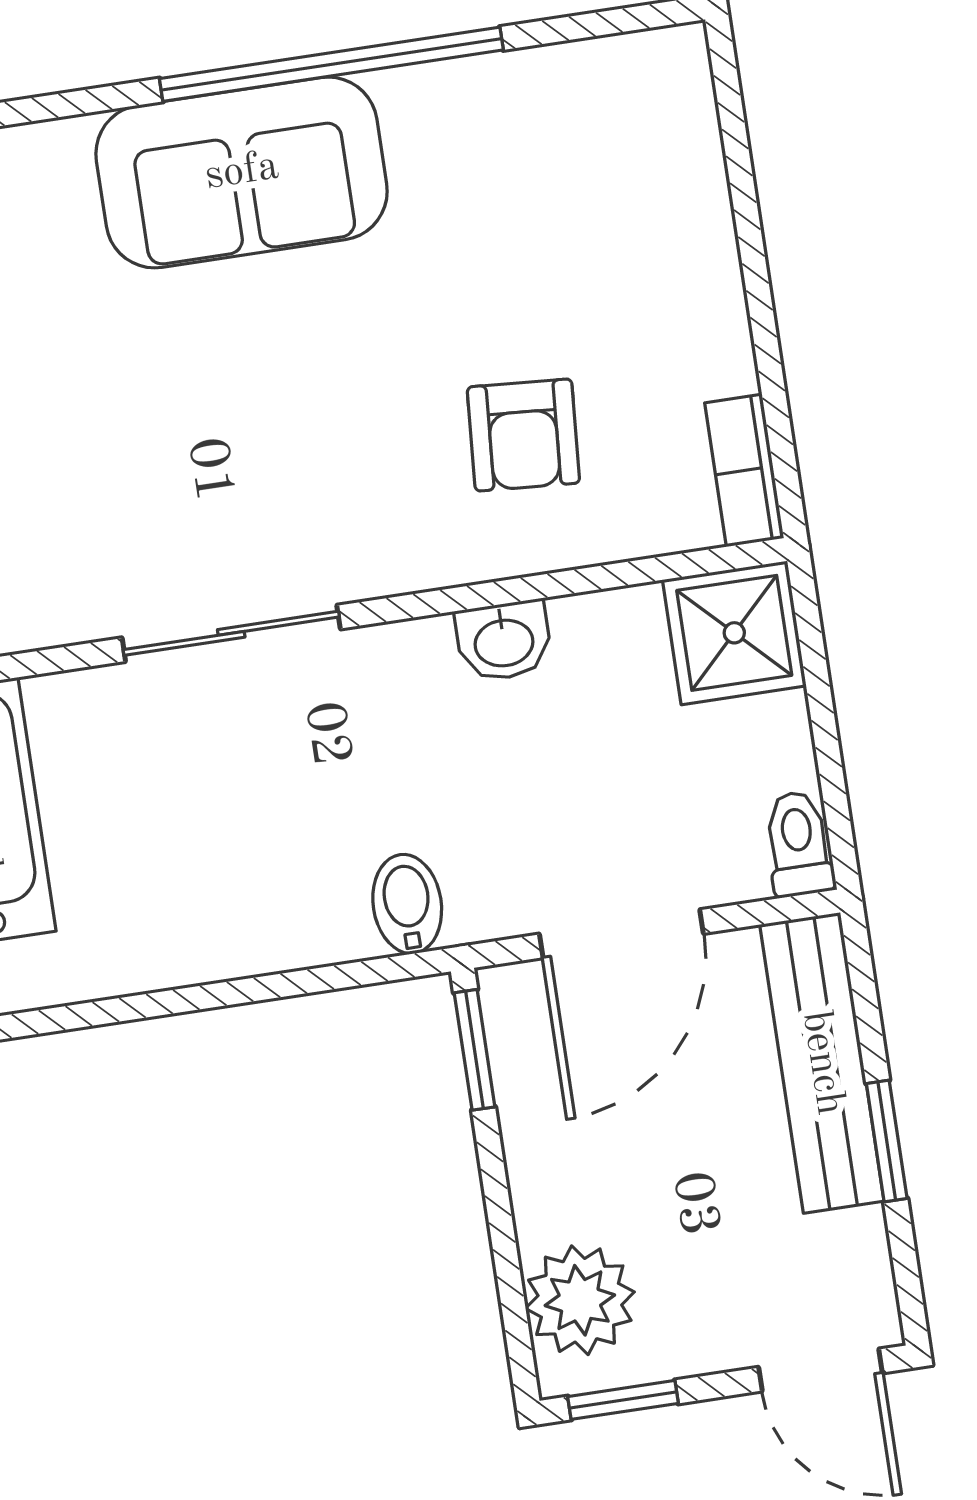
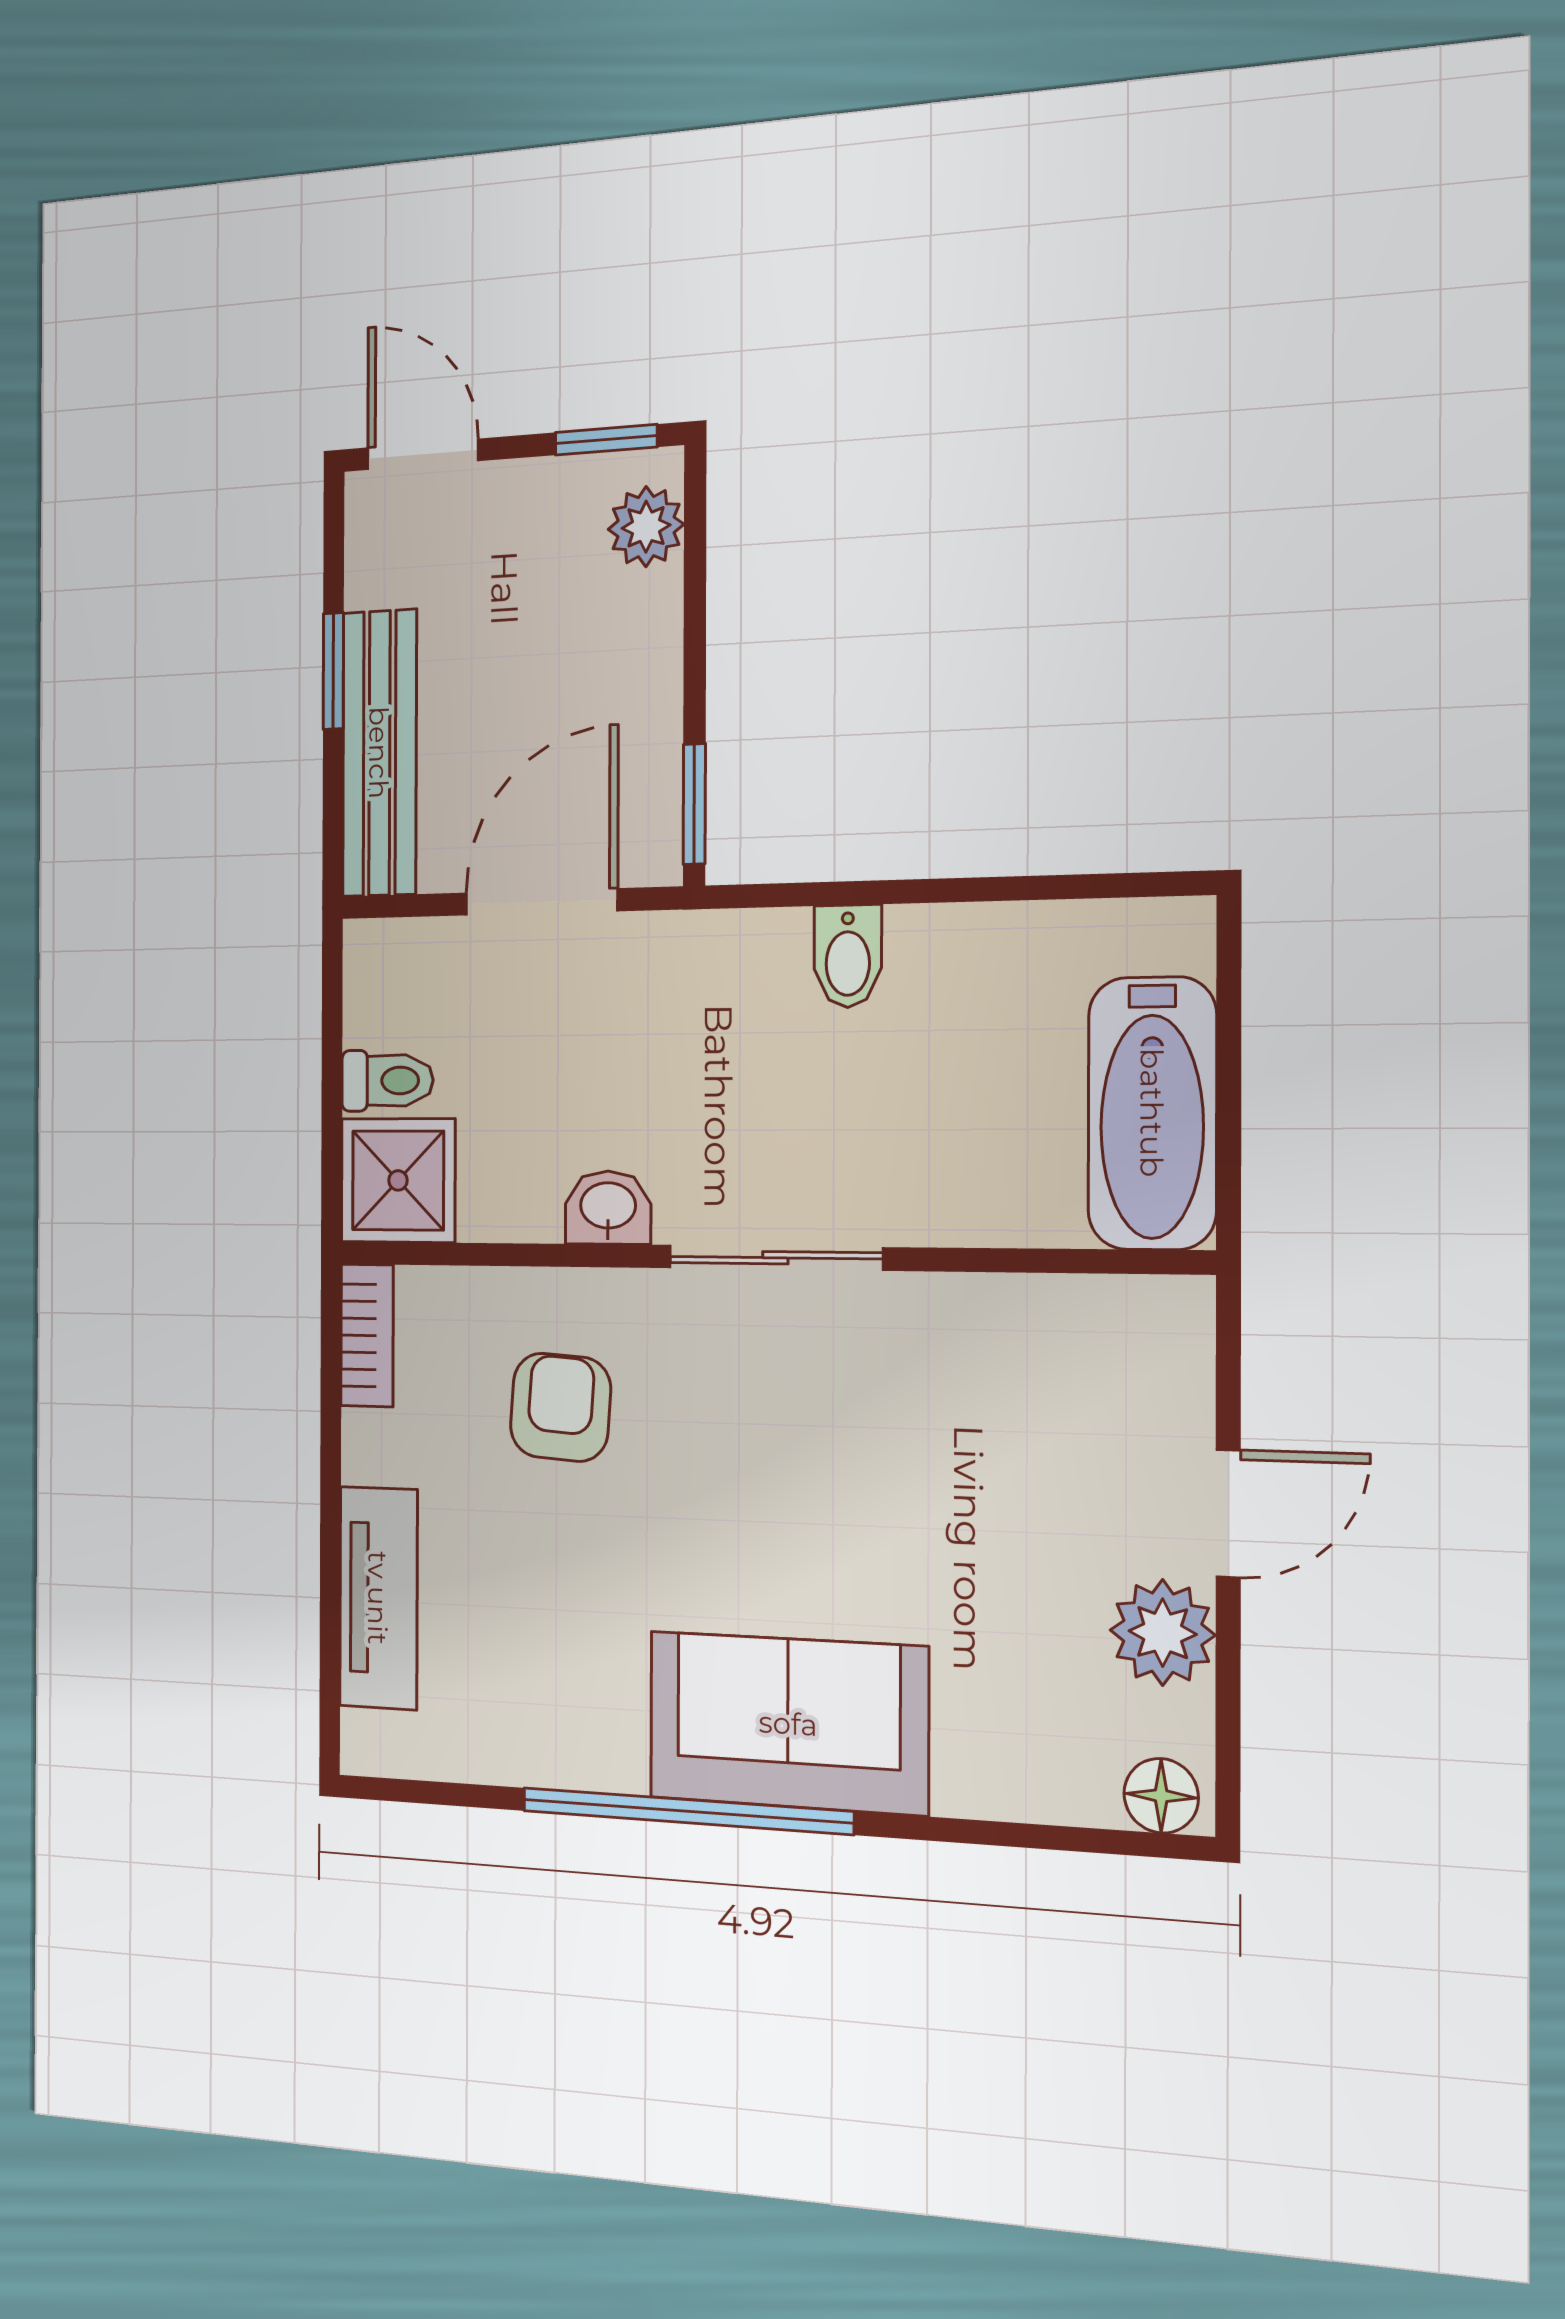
tv unit: (690, 207) -> (378, 1598), added
sliding door: (231, 633) -> (775, 1258), moved
toilet: (798, 844) -> (387, 1081), moved, turned -90
bidet: (407, 904) -> (848, 956), moved
plant: (580, 1300) -> (646, 527), width x0.73, depth x0.73

